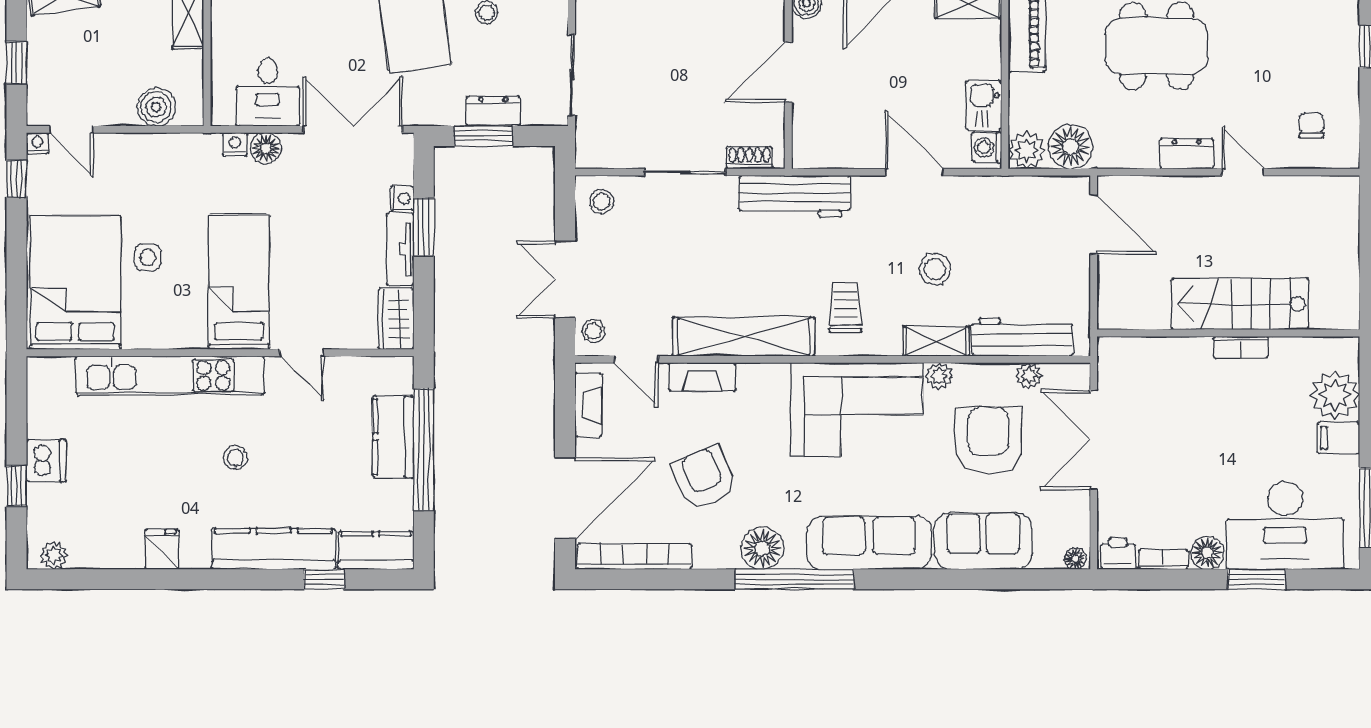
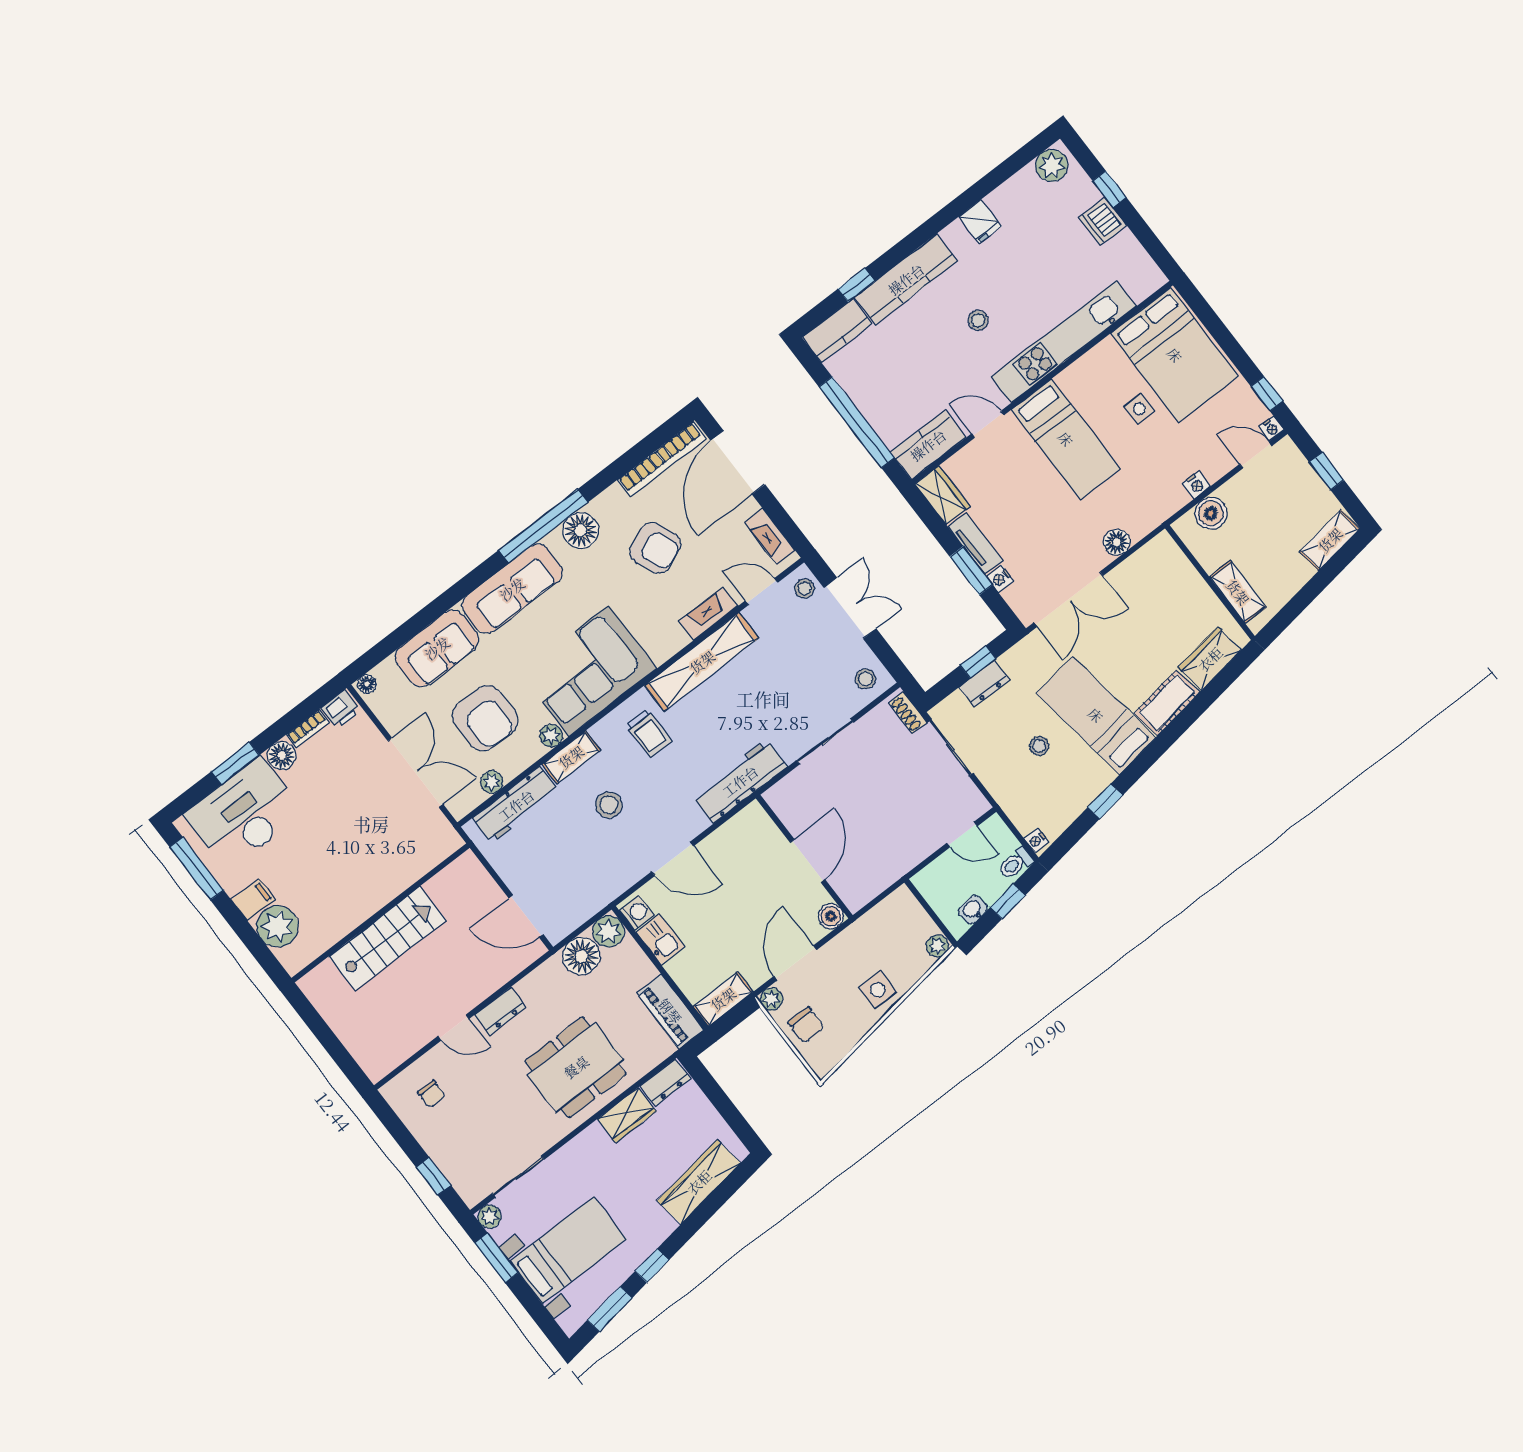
desk: (268, 92) -> (1144, 581), removed
window: (483, 136) -> (978, 662), width x0.67
nightstand: (235, 144) -> (1196, 485), moved
shoe rack: (749, 158) -> (908, 713), moved, turned 90
bookcase: (1241, 347) -> (365, 910), removed
kitchen counter: (393, 437) -> (928, 445), moved, turned -90
plant: (54, 555) -> (1052, 165), width x1.38, depth x1.38

